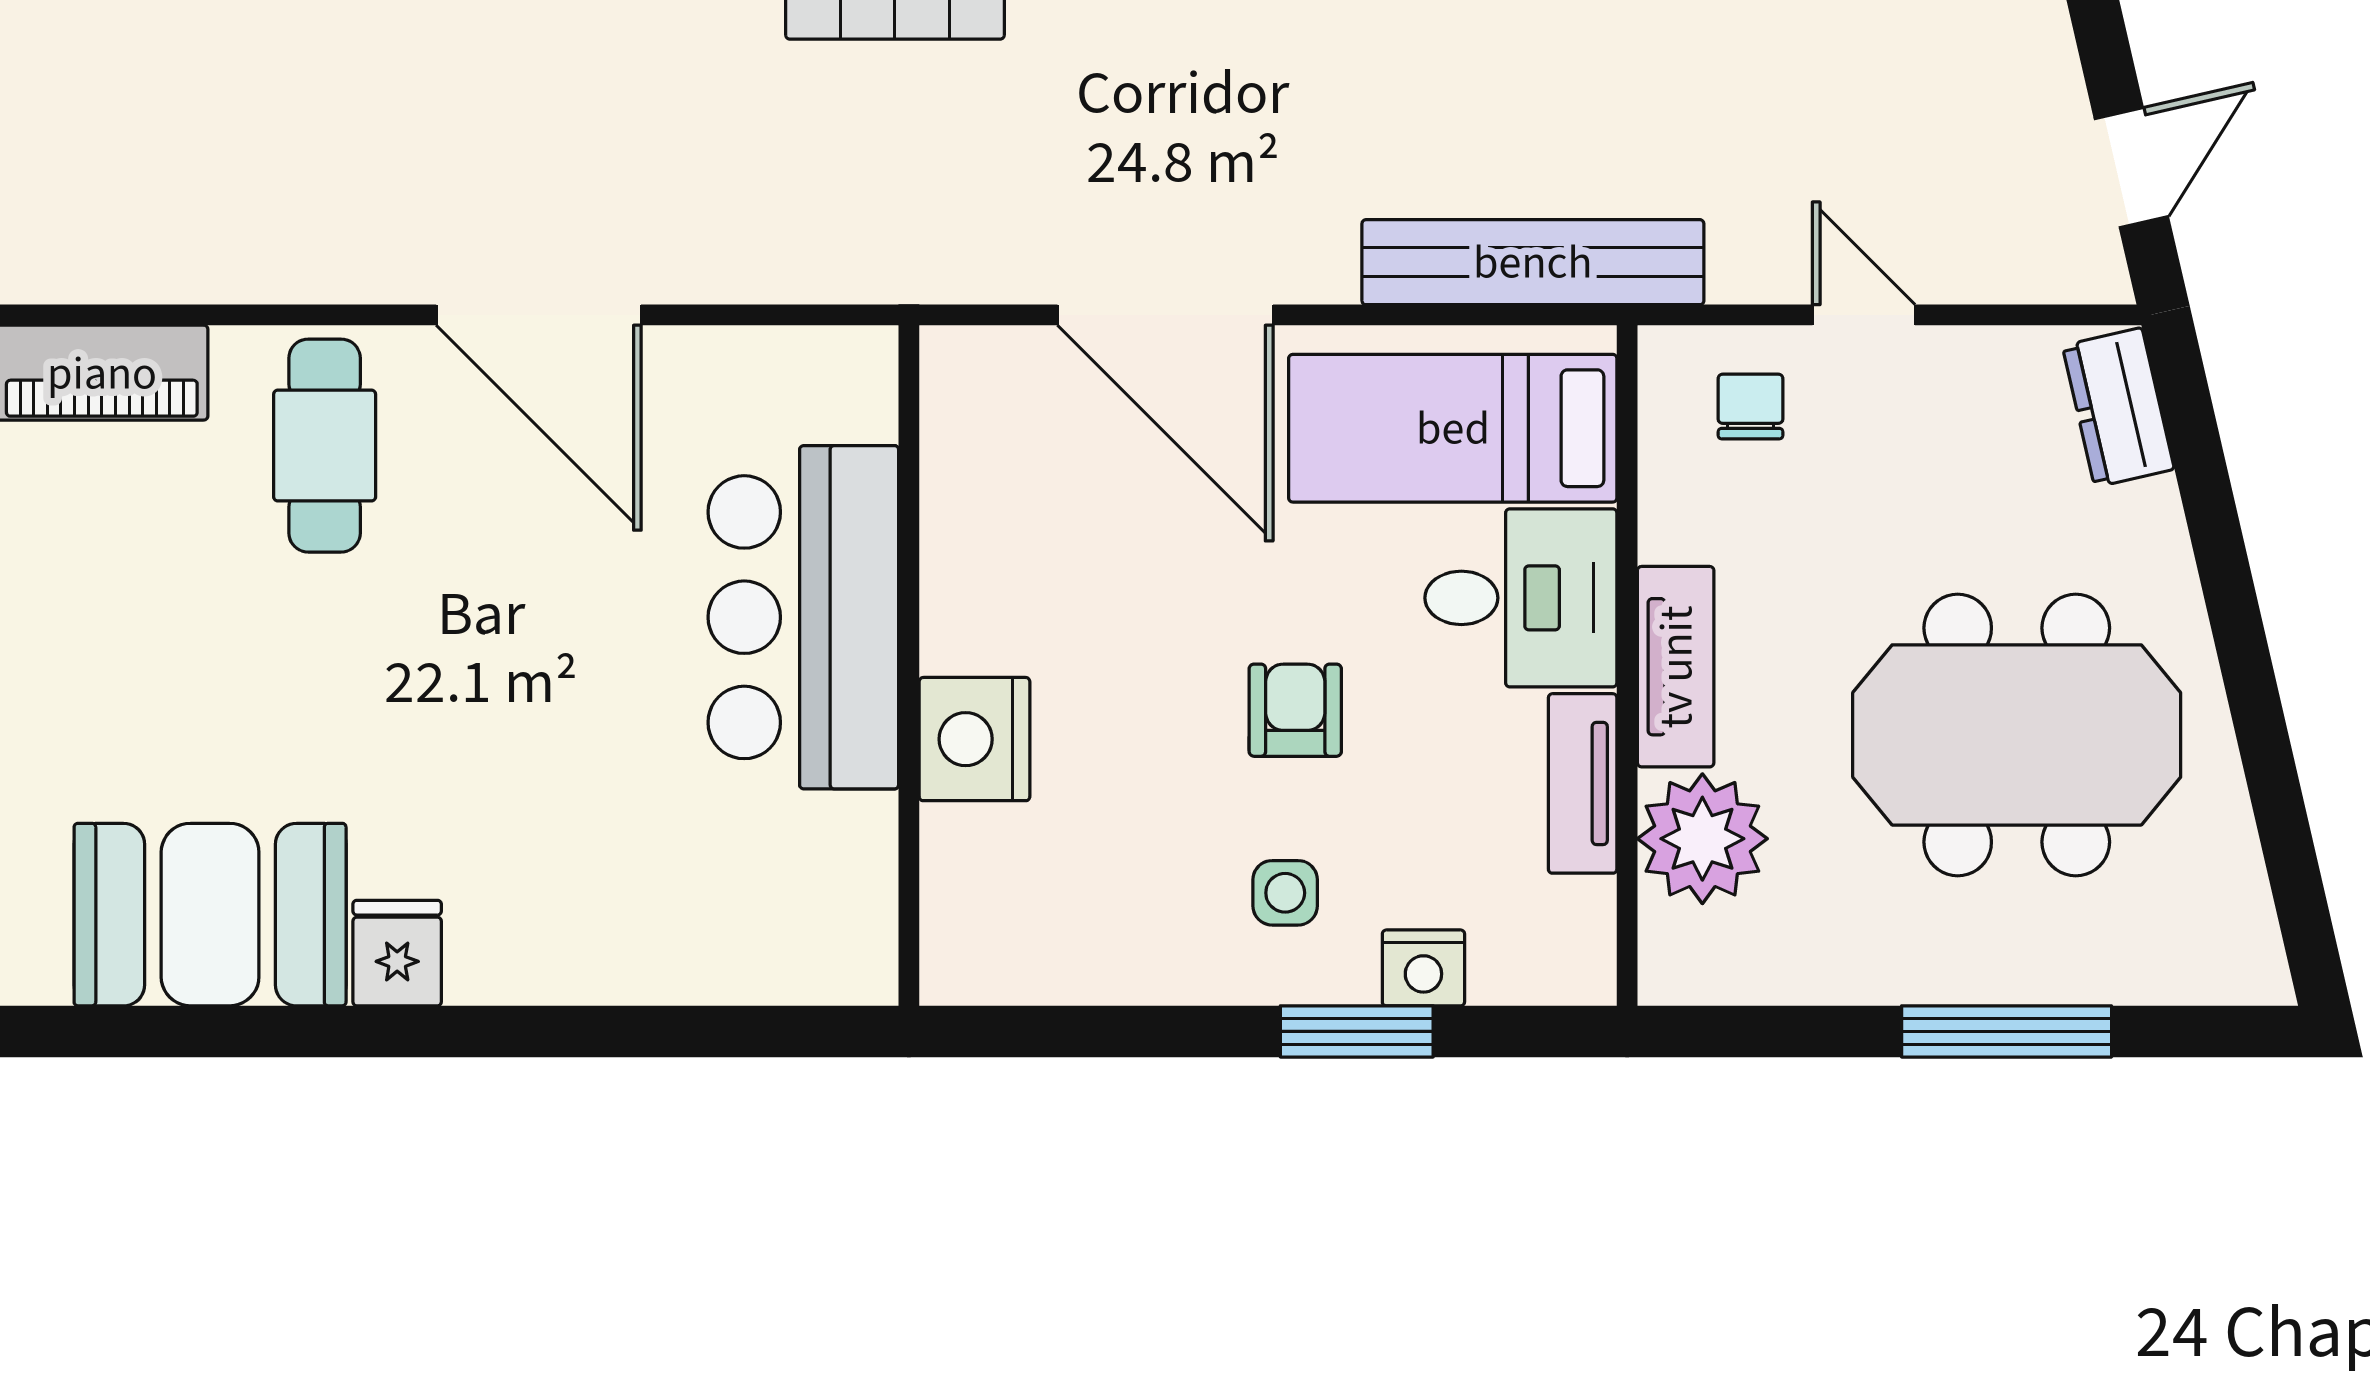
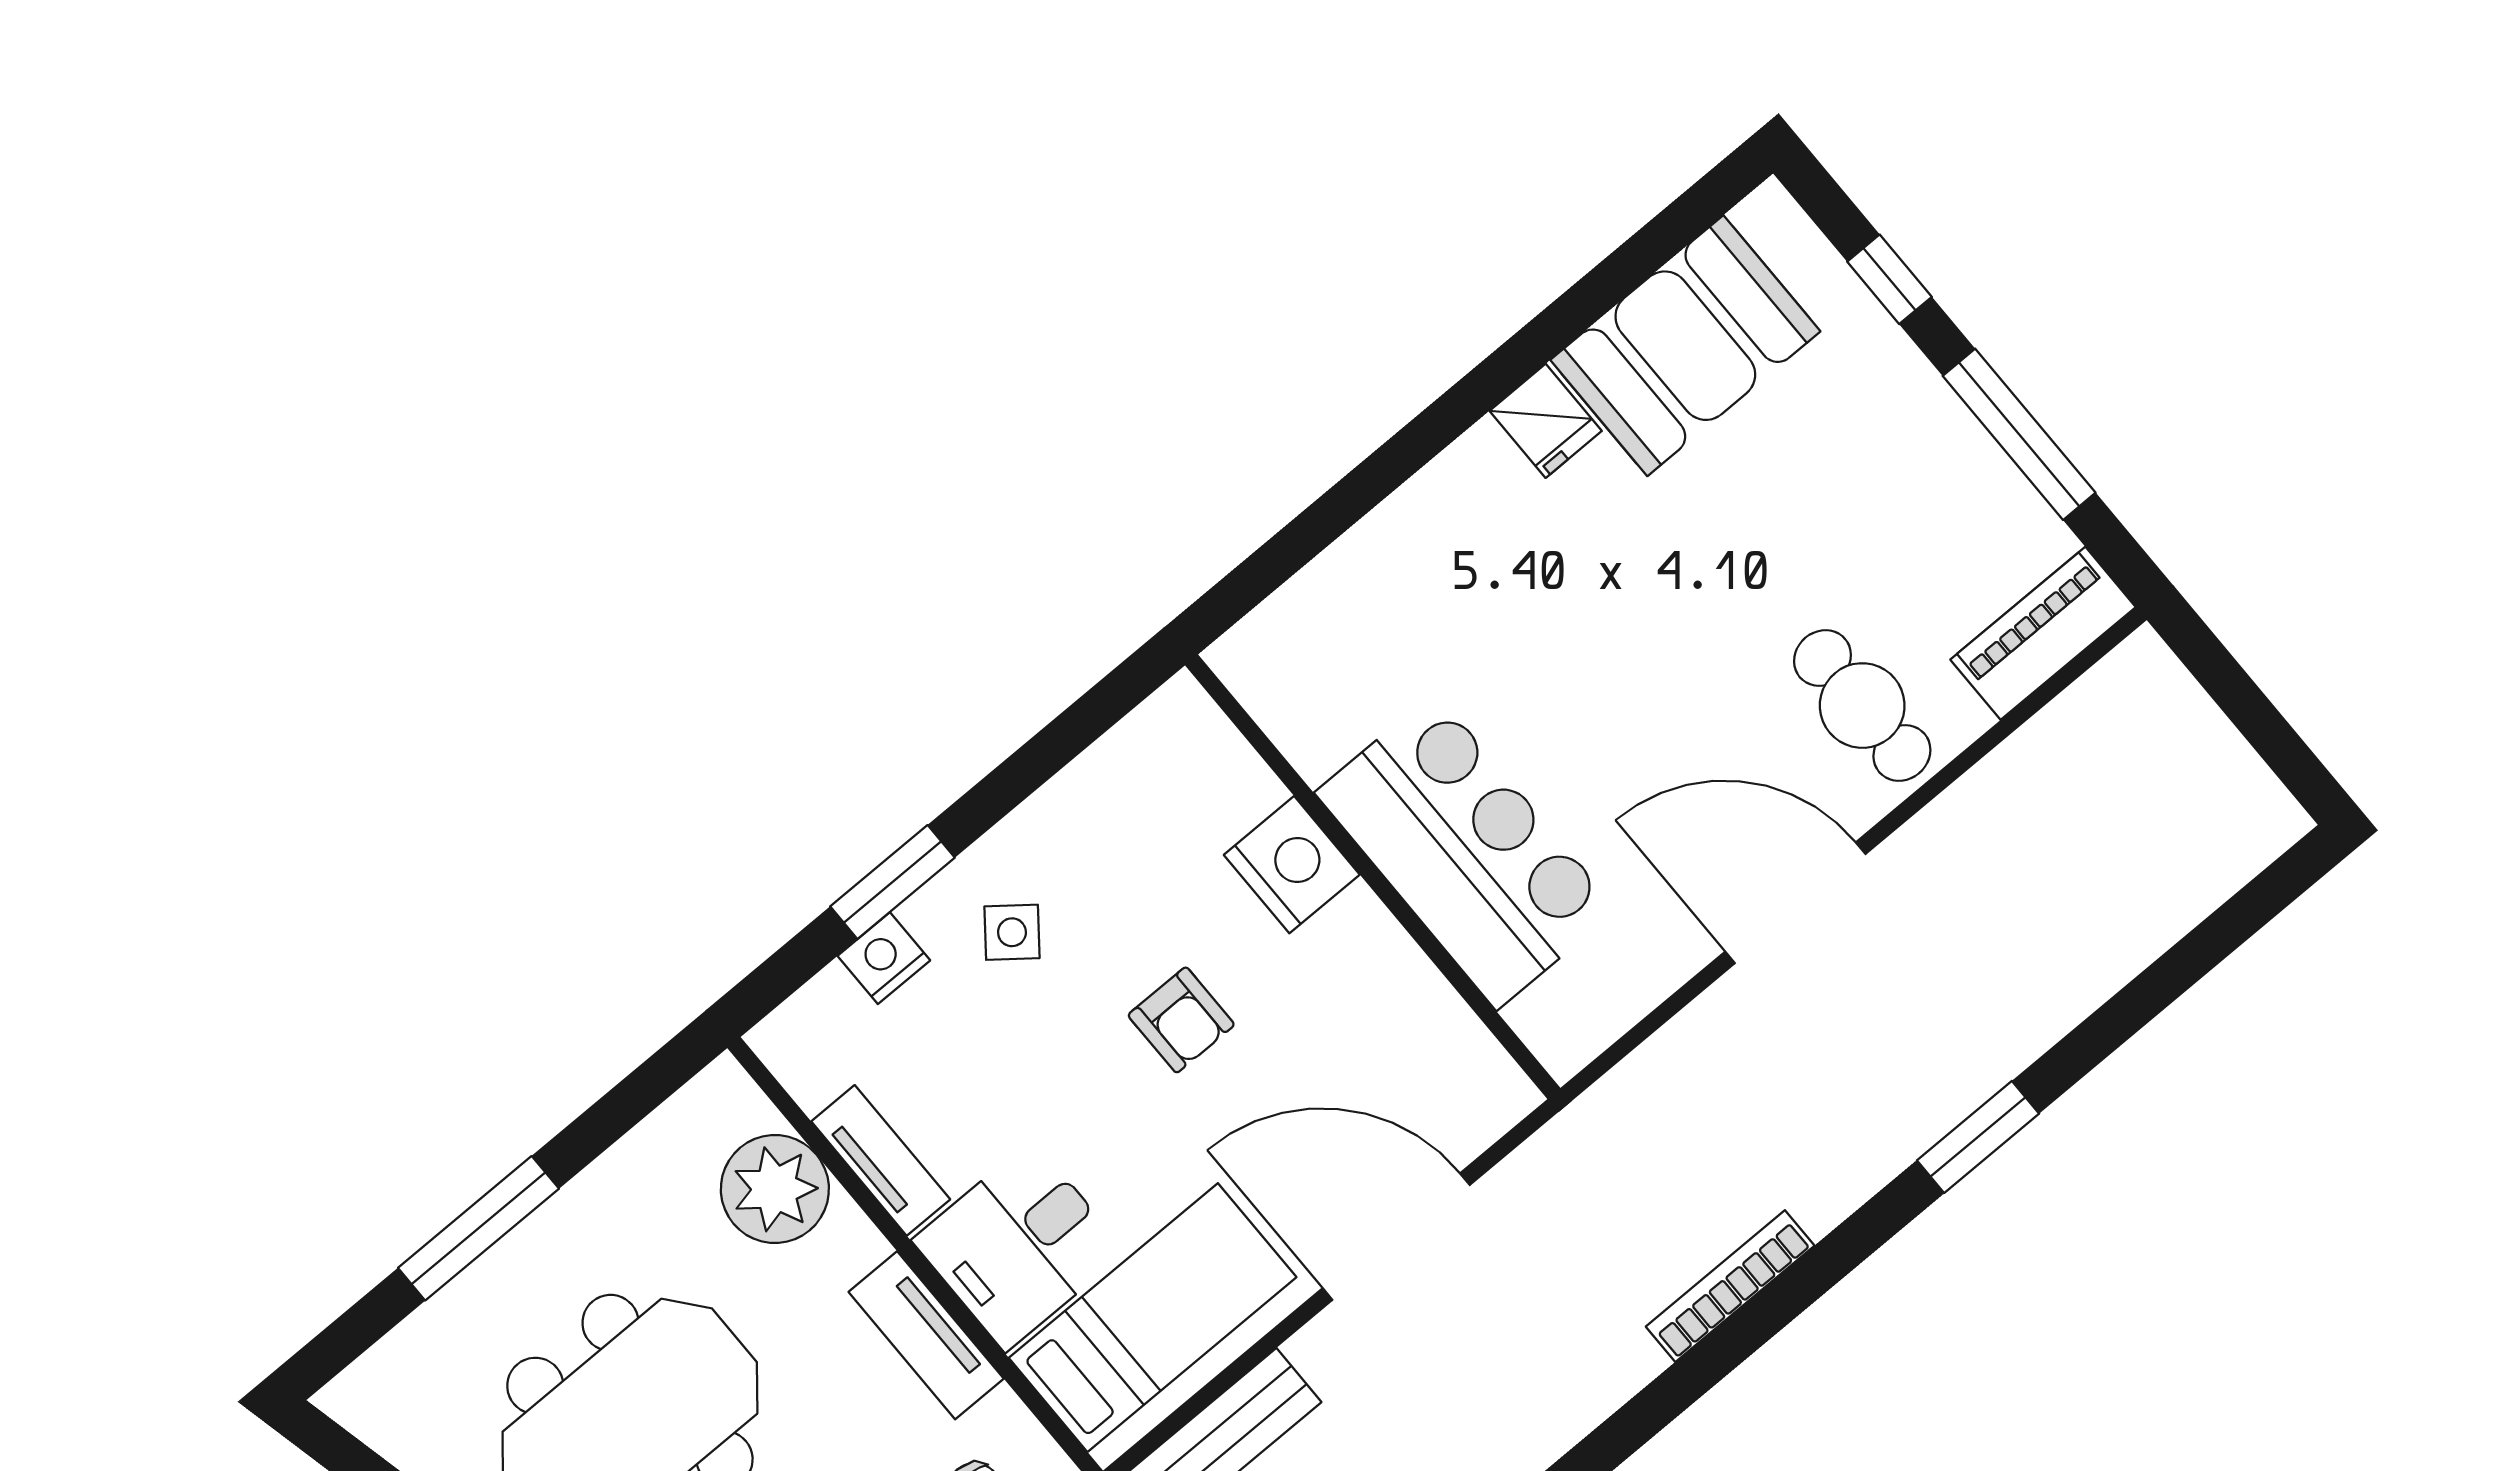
tv unit: (1676, 667) -> (926, 1335), moved
armchair: (1295, 710) -> (1181, 1020), moved
side table: (1285, 893) -> (1012, 932), turned 38

